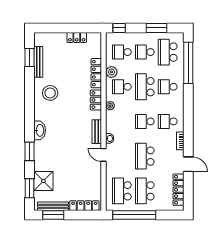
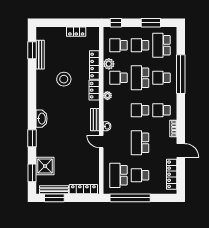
window: (188, 63) -> (181, 74), moved
stool: (50, 93) -> (64, 79), moved
school desk: (145, 191) -> (140, 175), width x0.54

